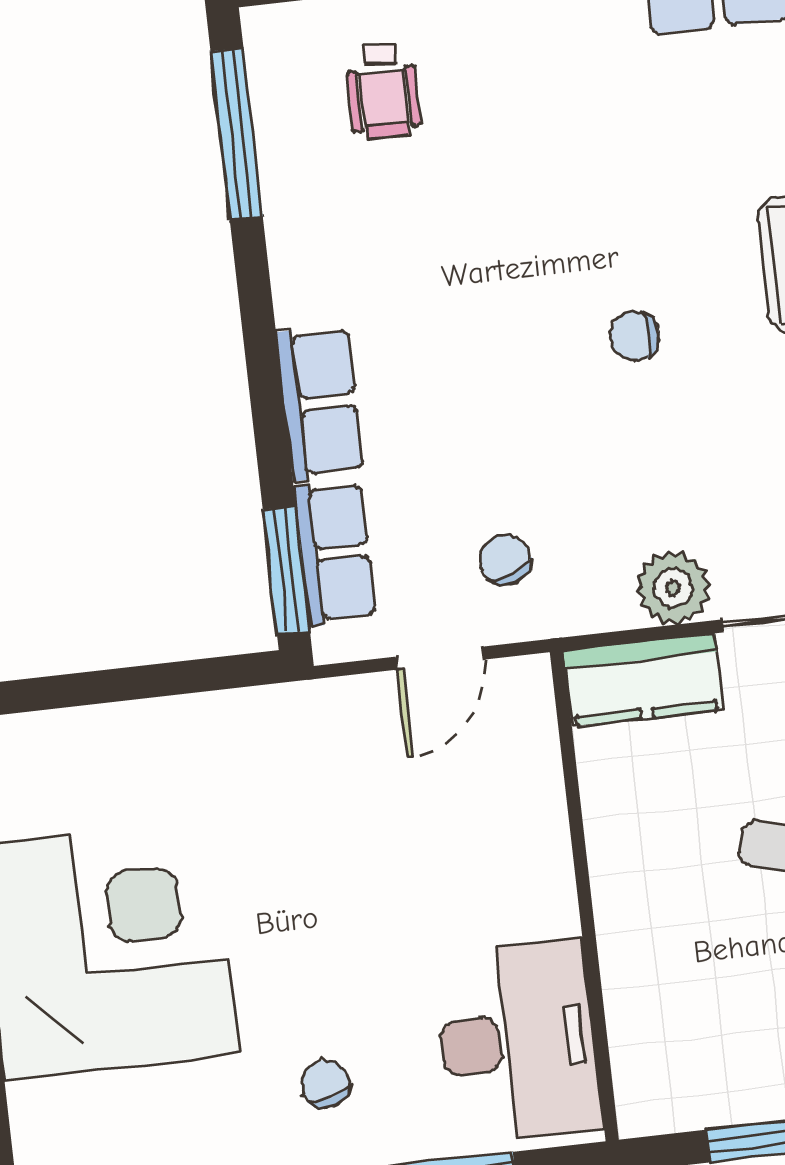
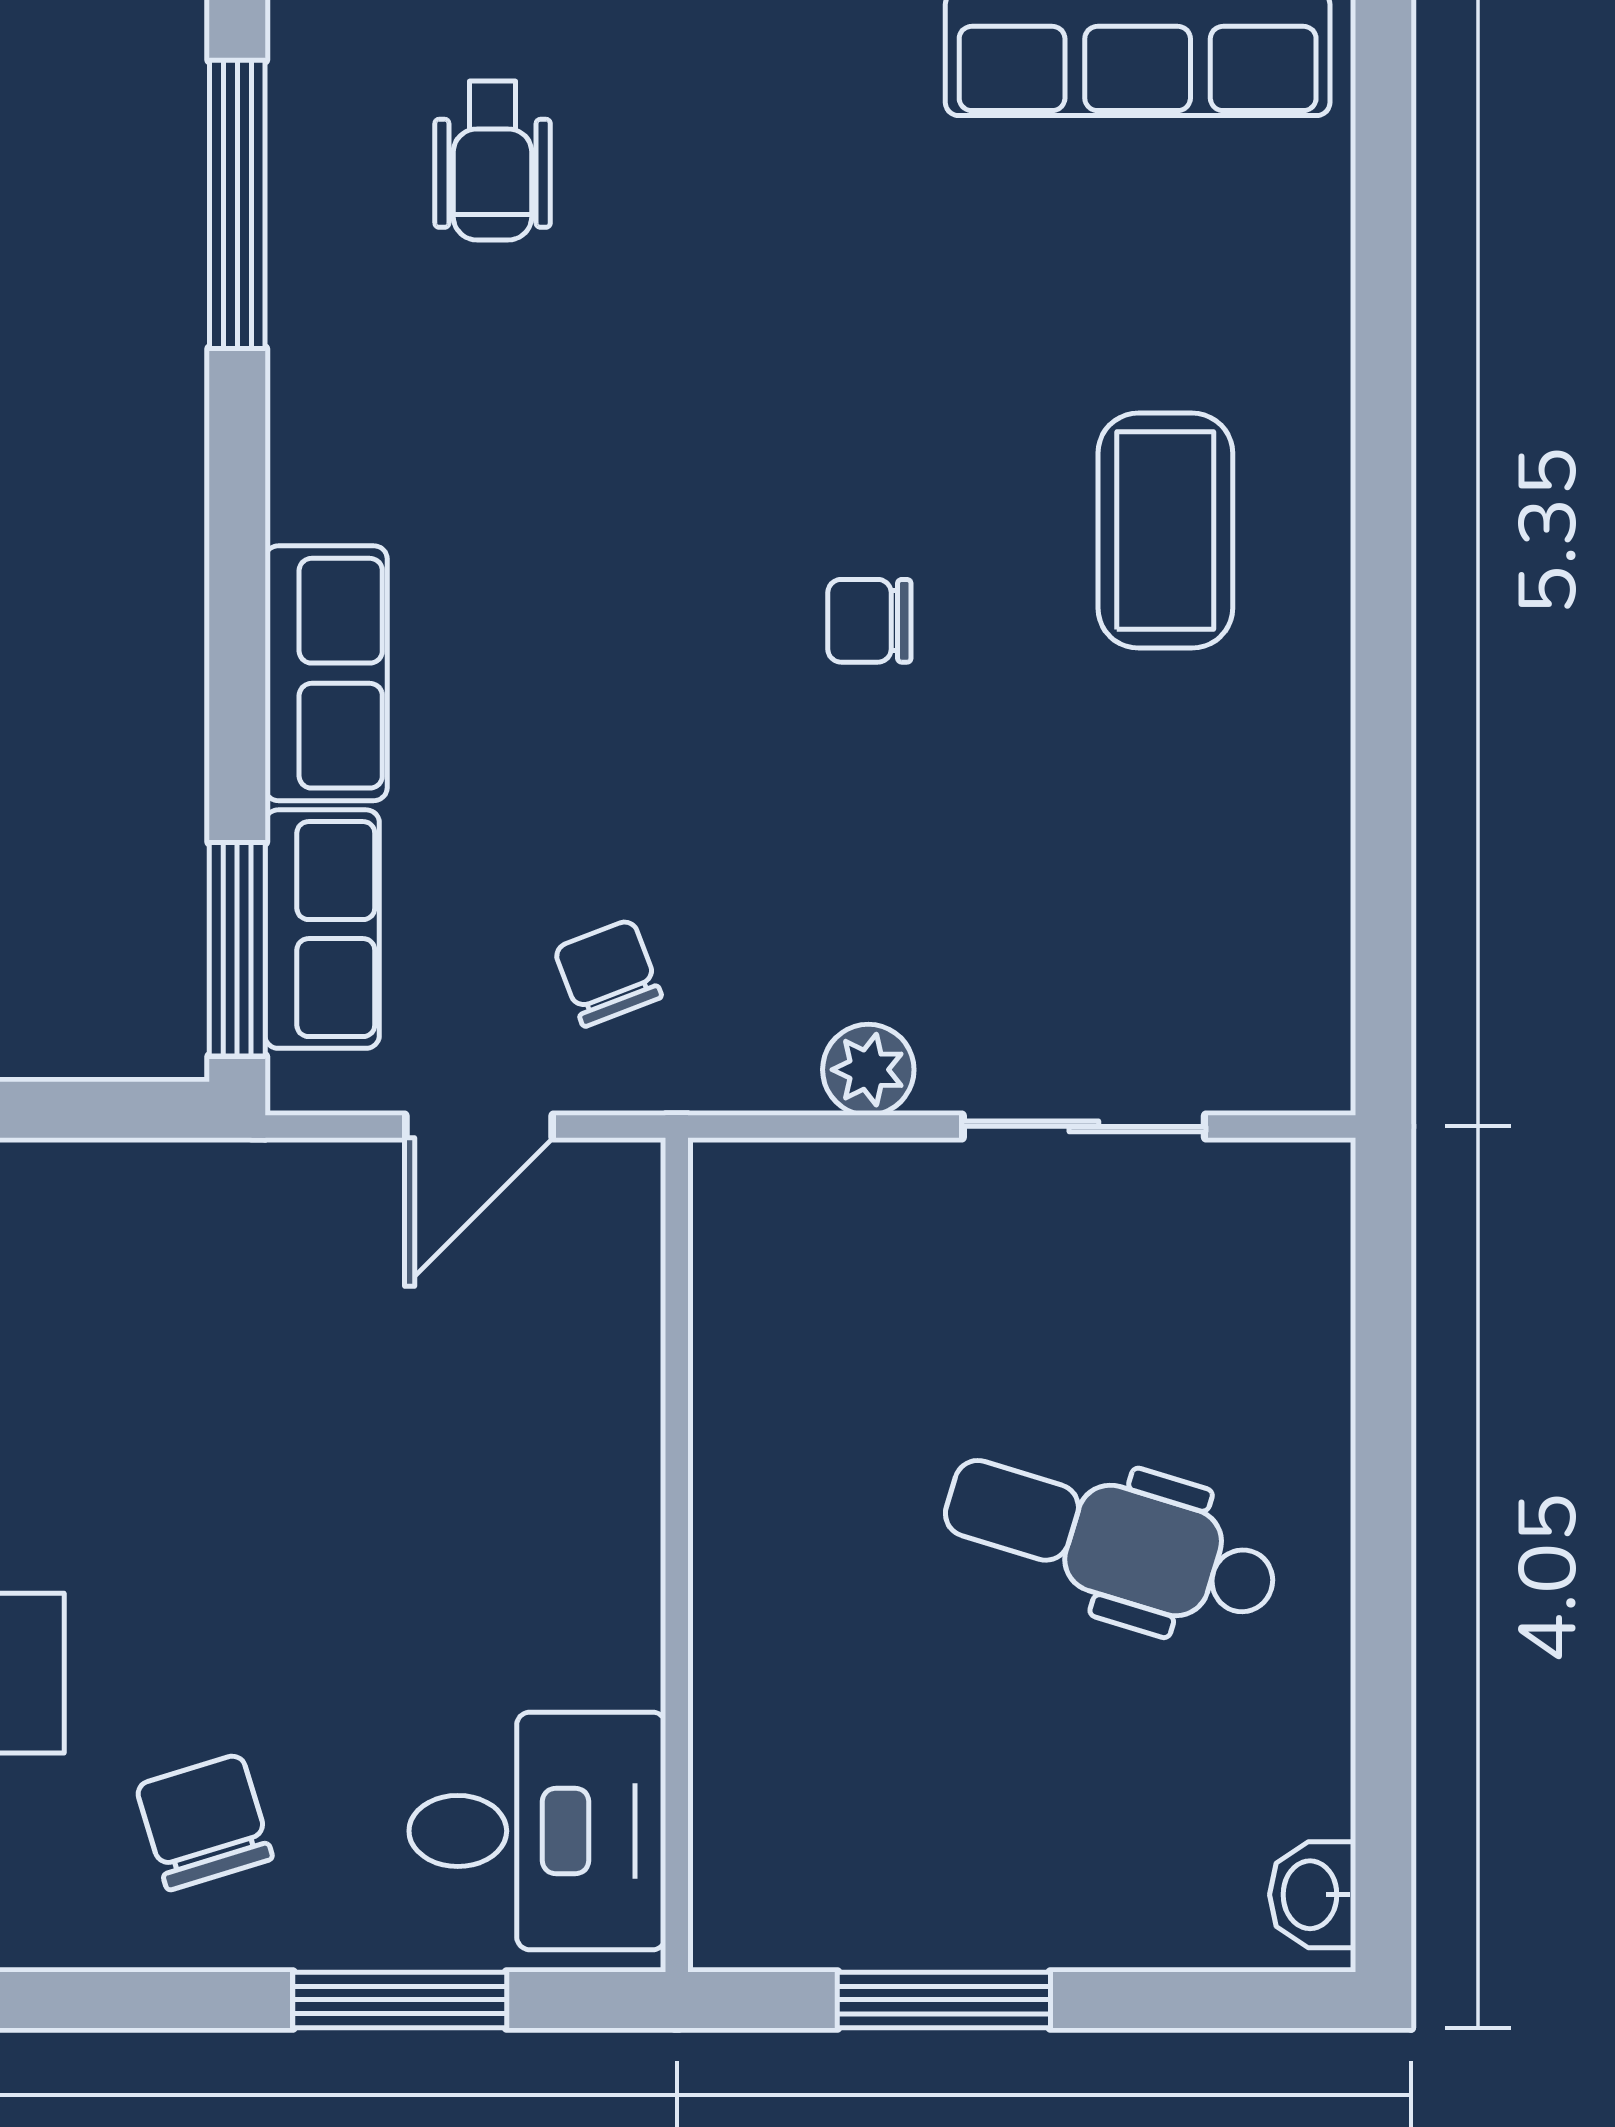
plant: (673, 588) -> (868, 1070), width x0.73, depth x0.73
kitchen counter: (643, 680) -> (817, 1202), removed
desk: (518, 1041) -> (537, 1831), width x0.73
chair: (325, 1084) -> (204, 1822), width x1.37, depth x1.37

